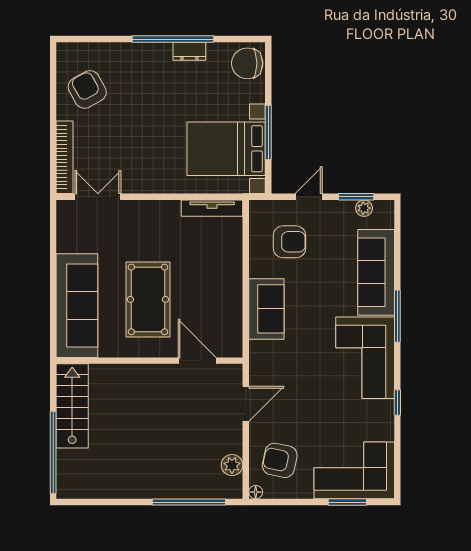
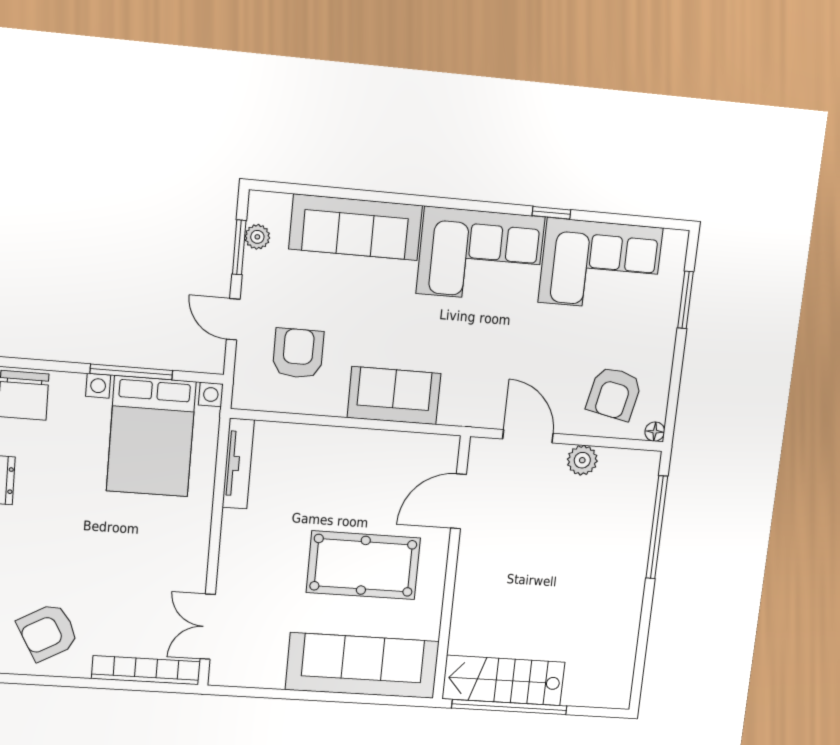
window: (397, 316) -> (424, 201), removed
window: (53, 452) -> (509, 707), moved
plant: (232, 465) -> (582, 460), moved
corner sofa: (354, 470) -> (601, 265), moved, turned -90

